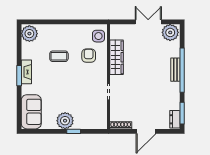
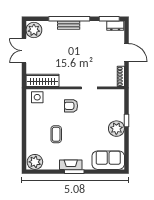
armchair: (89, 56) -> (71, 106), moved
wardrobe: (117, 57) -> (42, 80), moved

